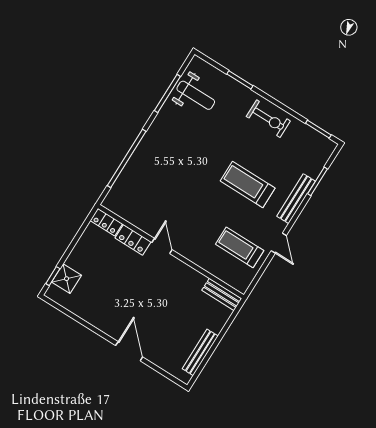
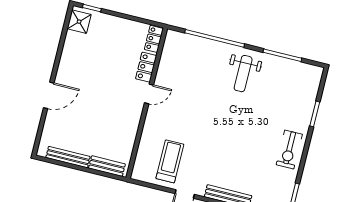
weight bench: (196, 95) -> (243, 74), moved
treadmill: (248, 184) -> (227, 150), removed
shower: (67, 279) -> (79, 22), moved
bench: (222, 294) -> (107, 166), moved, turned 90

